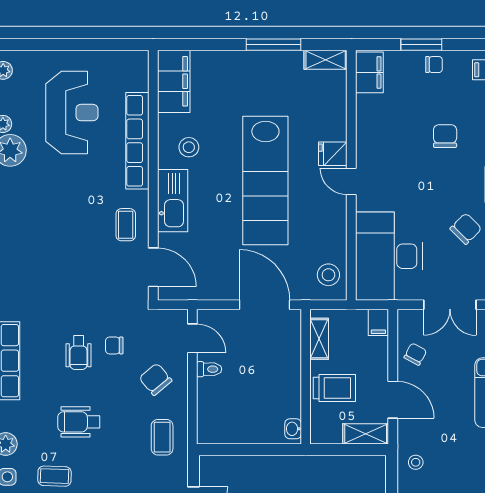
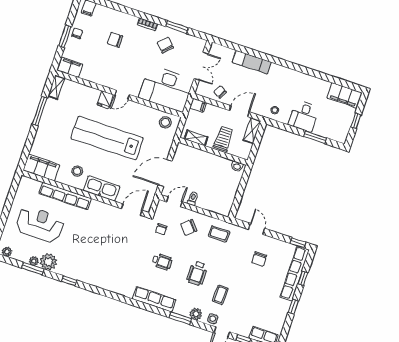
lab bench: (265, 180) -> (107, 138), turned 180
coffee table: (126, 225) -> (106, 216), removed
door: (264, 305) -> (165, 173), moved
chair: (114, 345) -> (161, 229), moved

